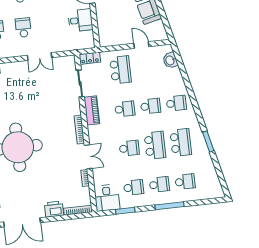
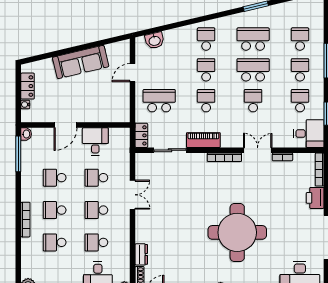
school desk: (50, 25) -> (96, 178), added

